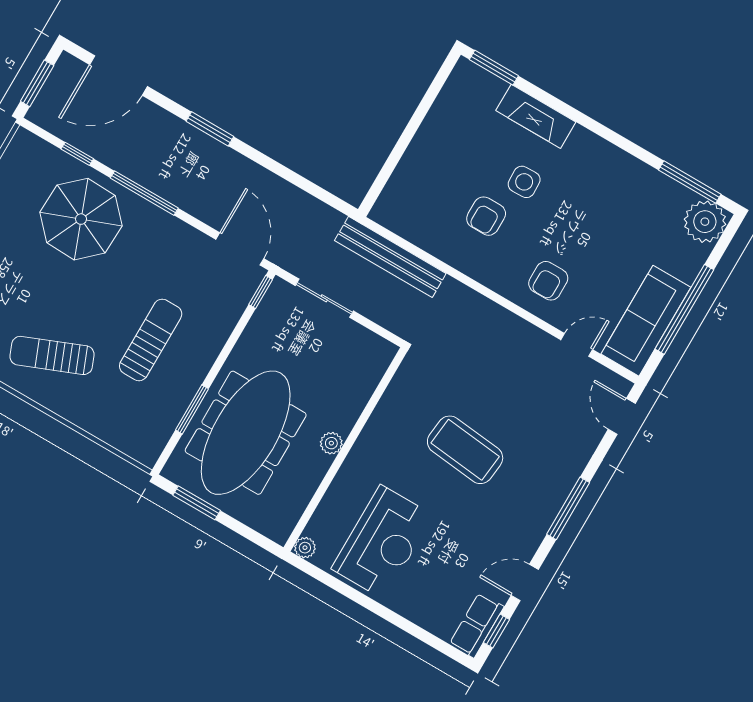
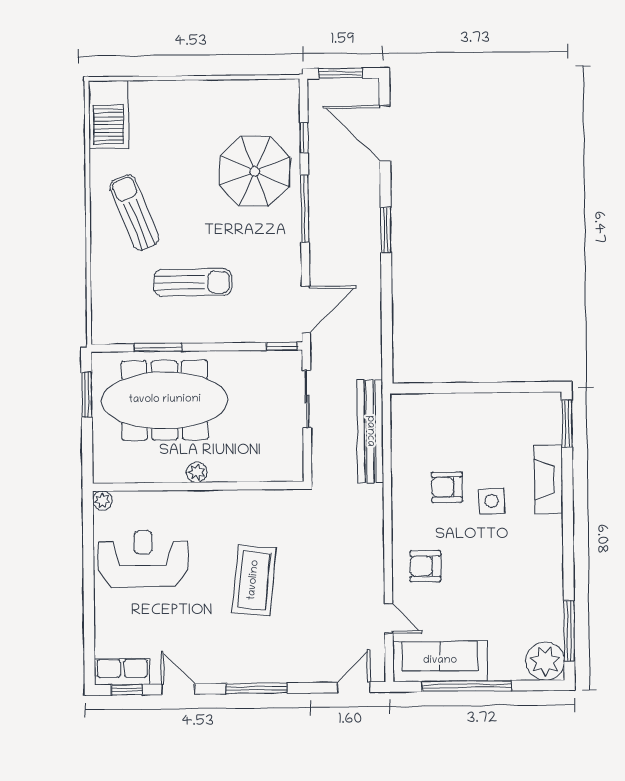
reception desk: (382, 542) -> (143, 559), turned 180

